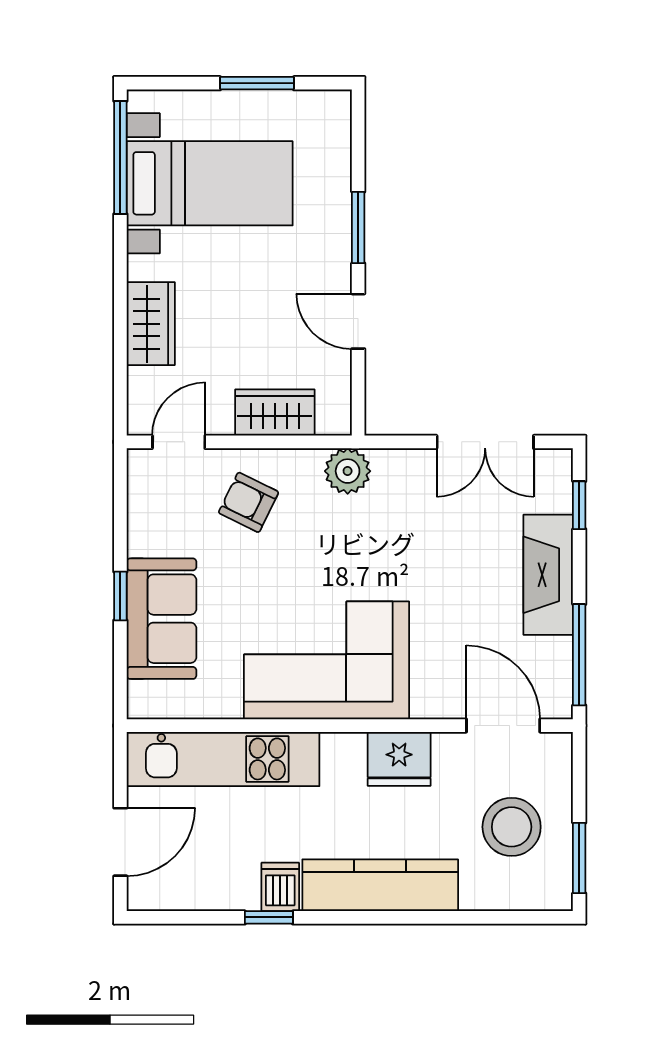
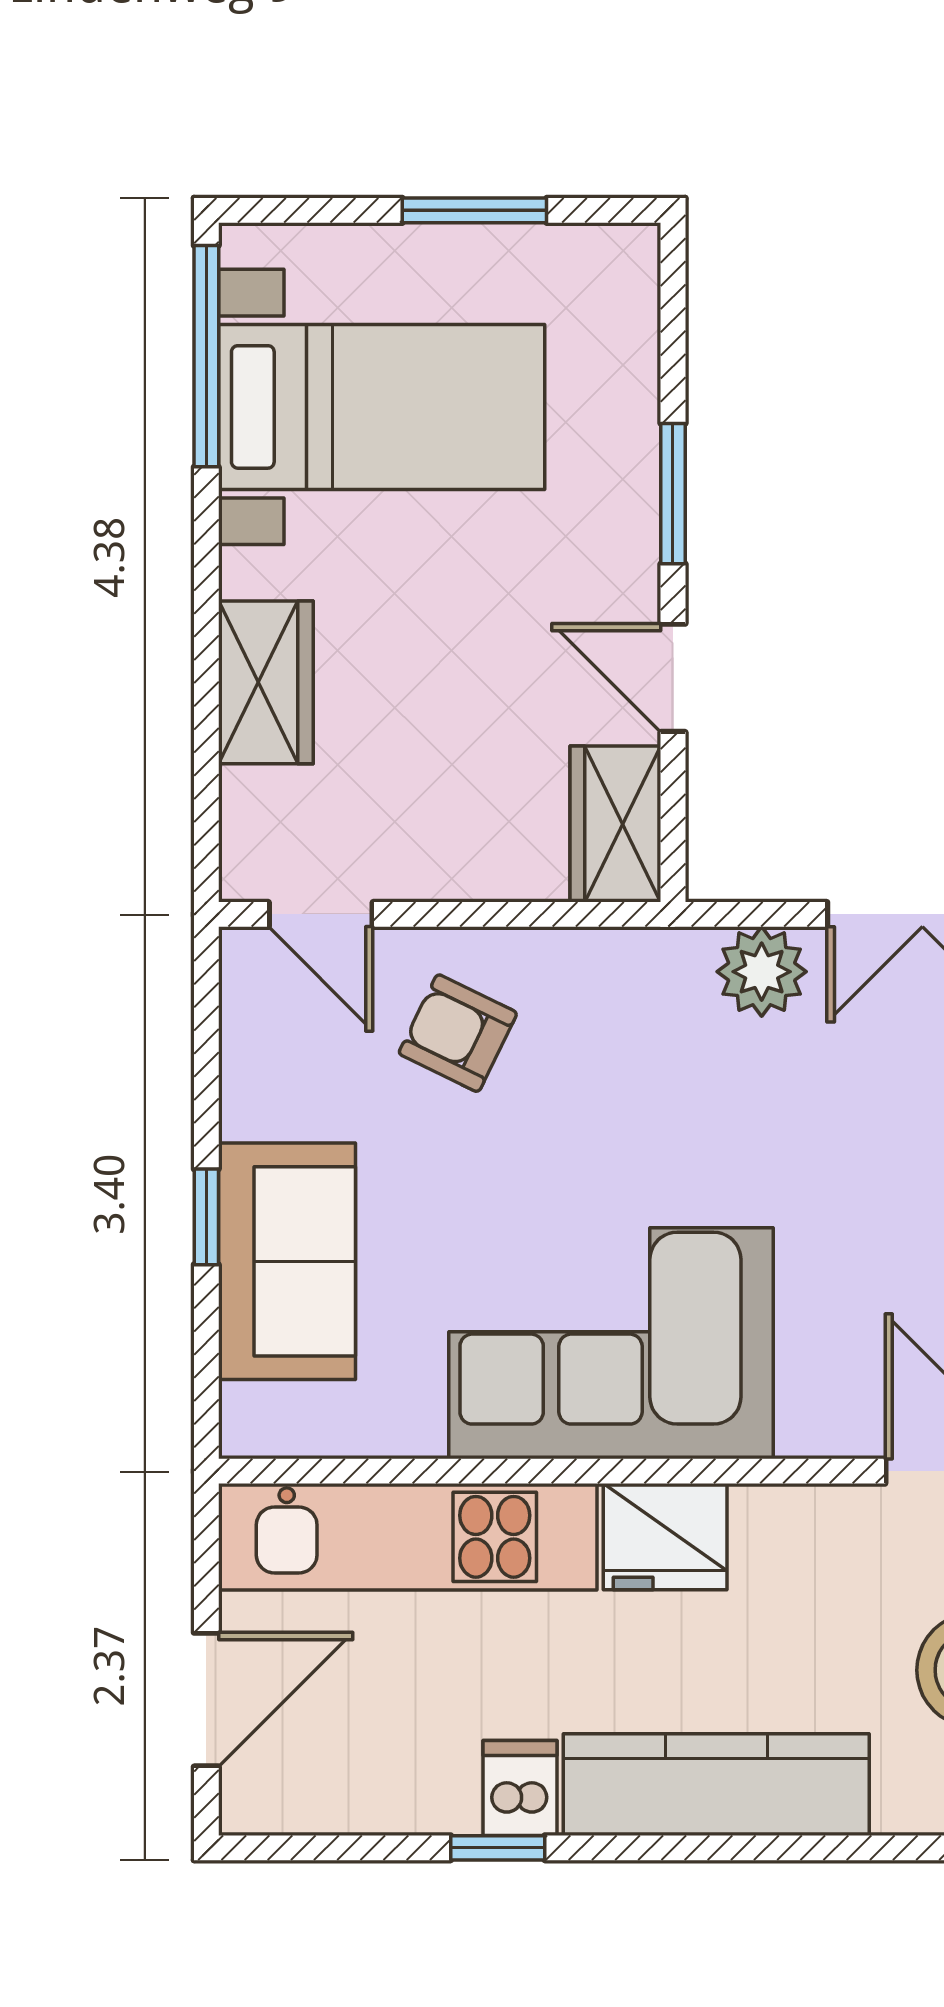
wardrobe: (275, 413) -> (615, 824), moved, turned -90
door: (179, 442) -> (321, 914), swing flipped
plant: (348, 471) -> (762, 972), moved
fridge: (399, 759) -> (665, 1537), moved

